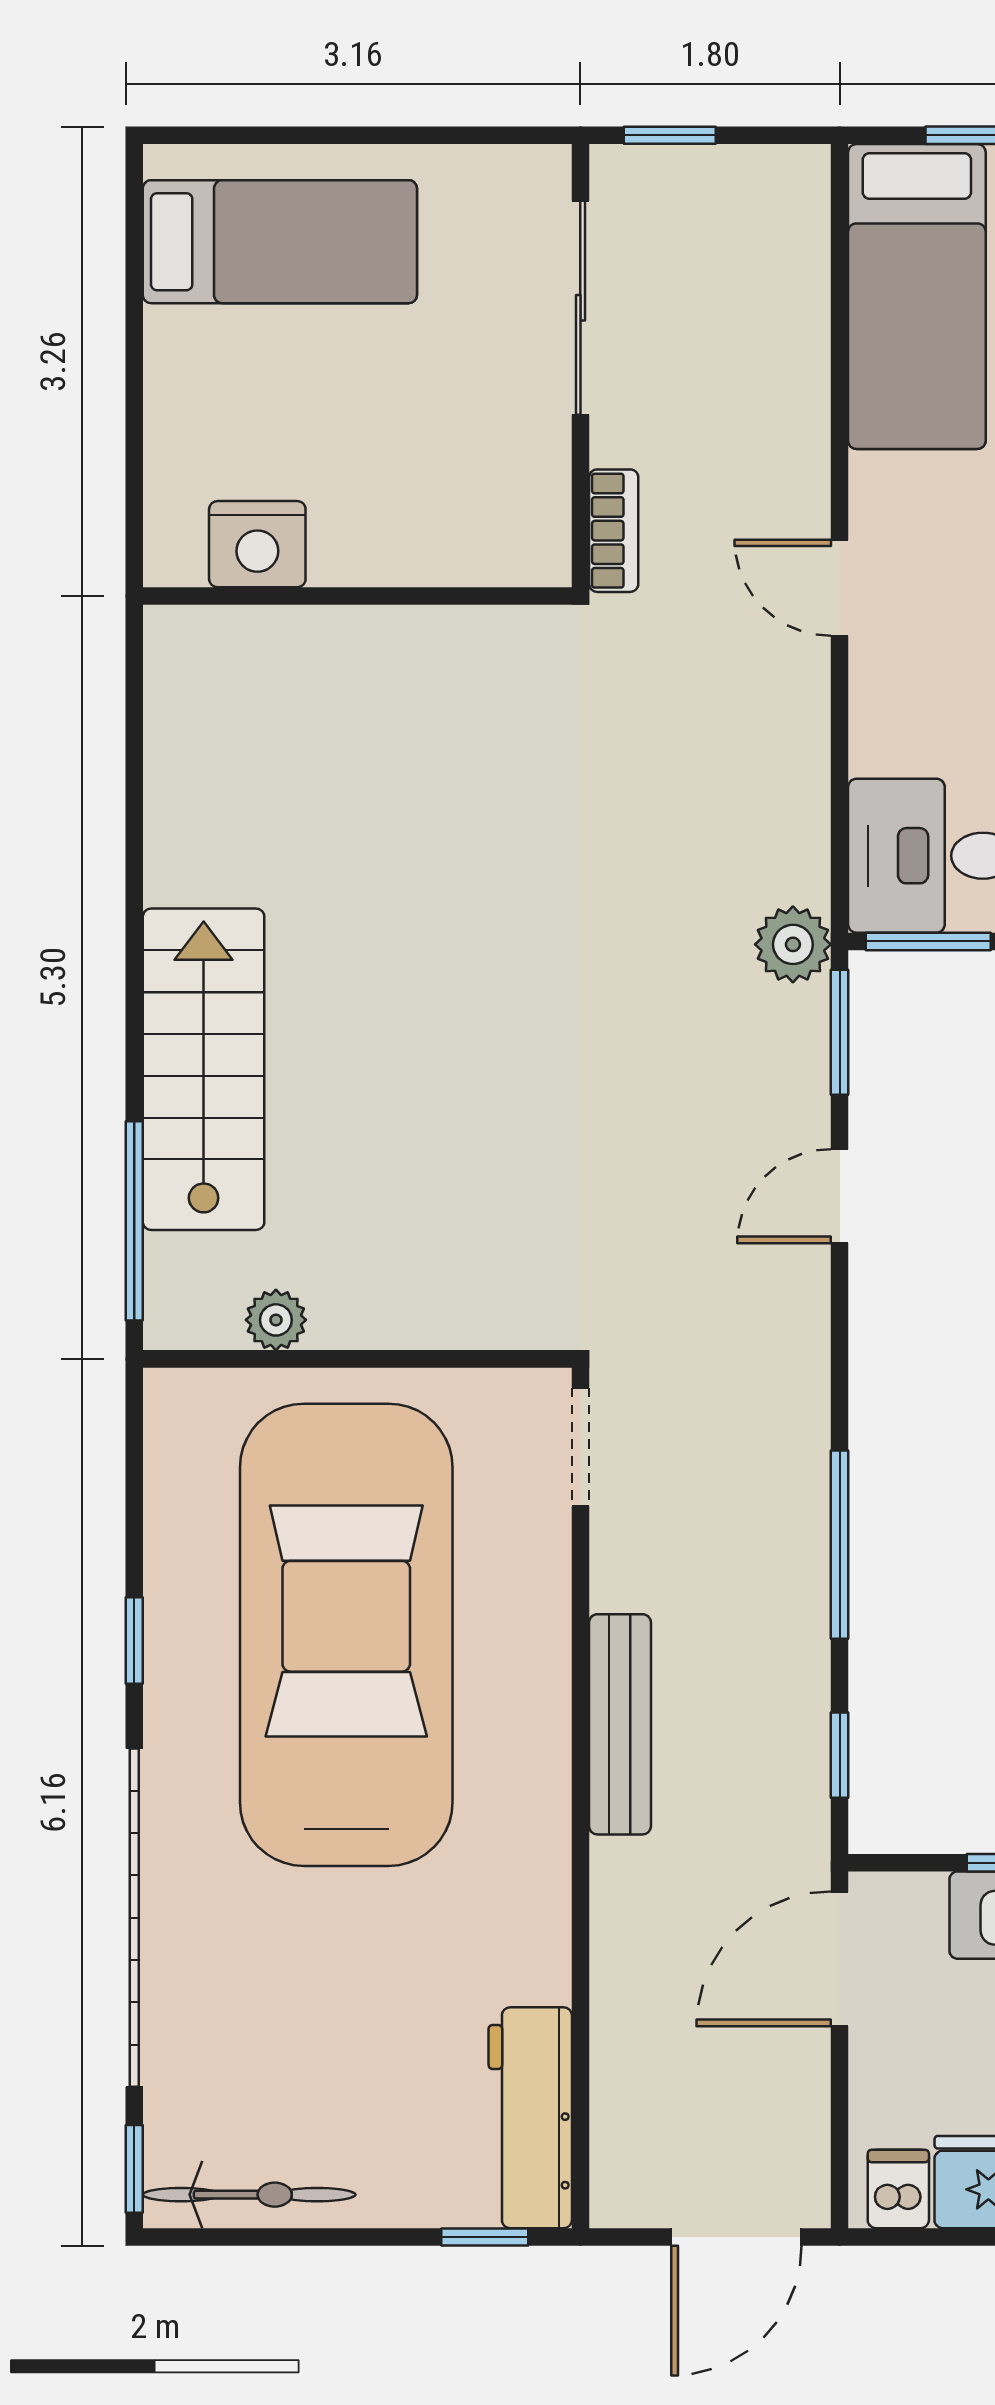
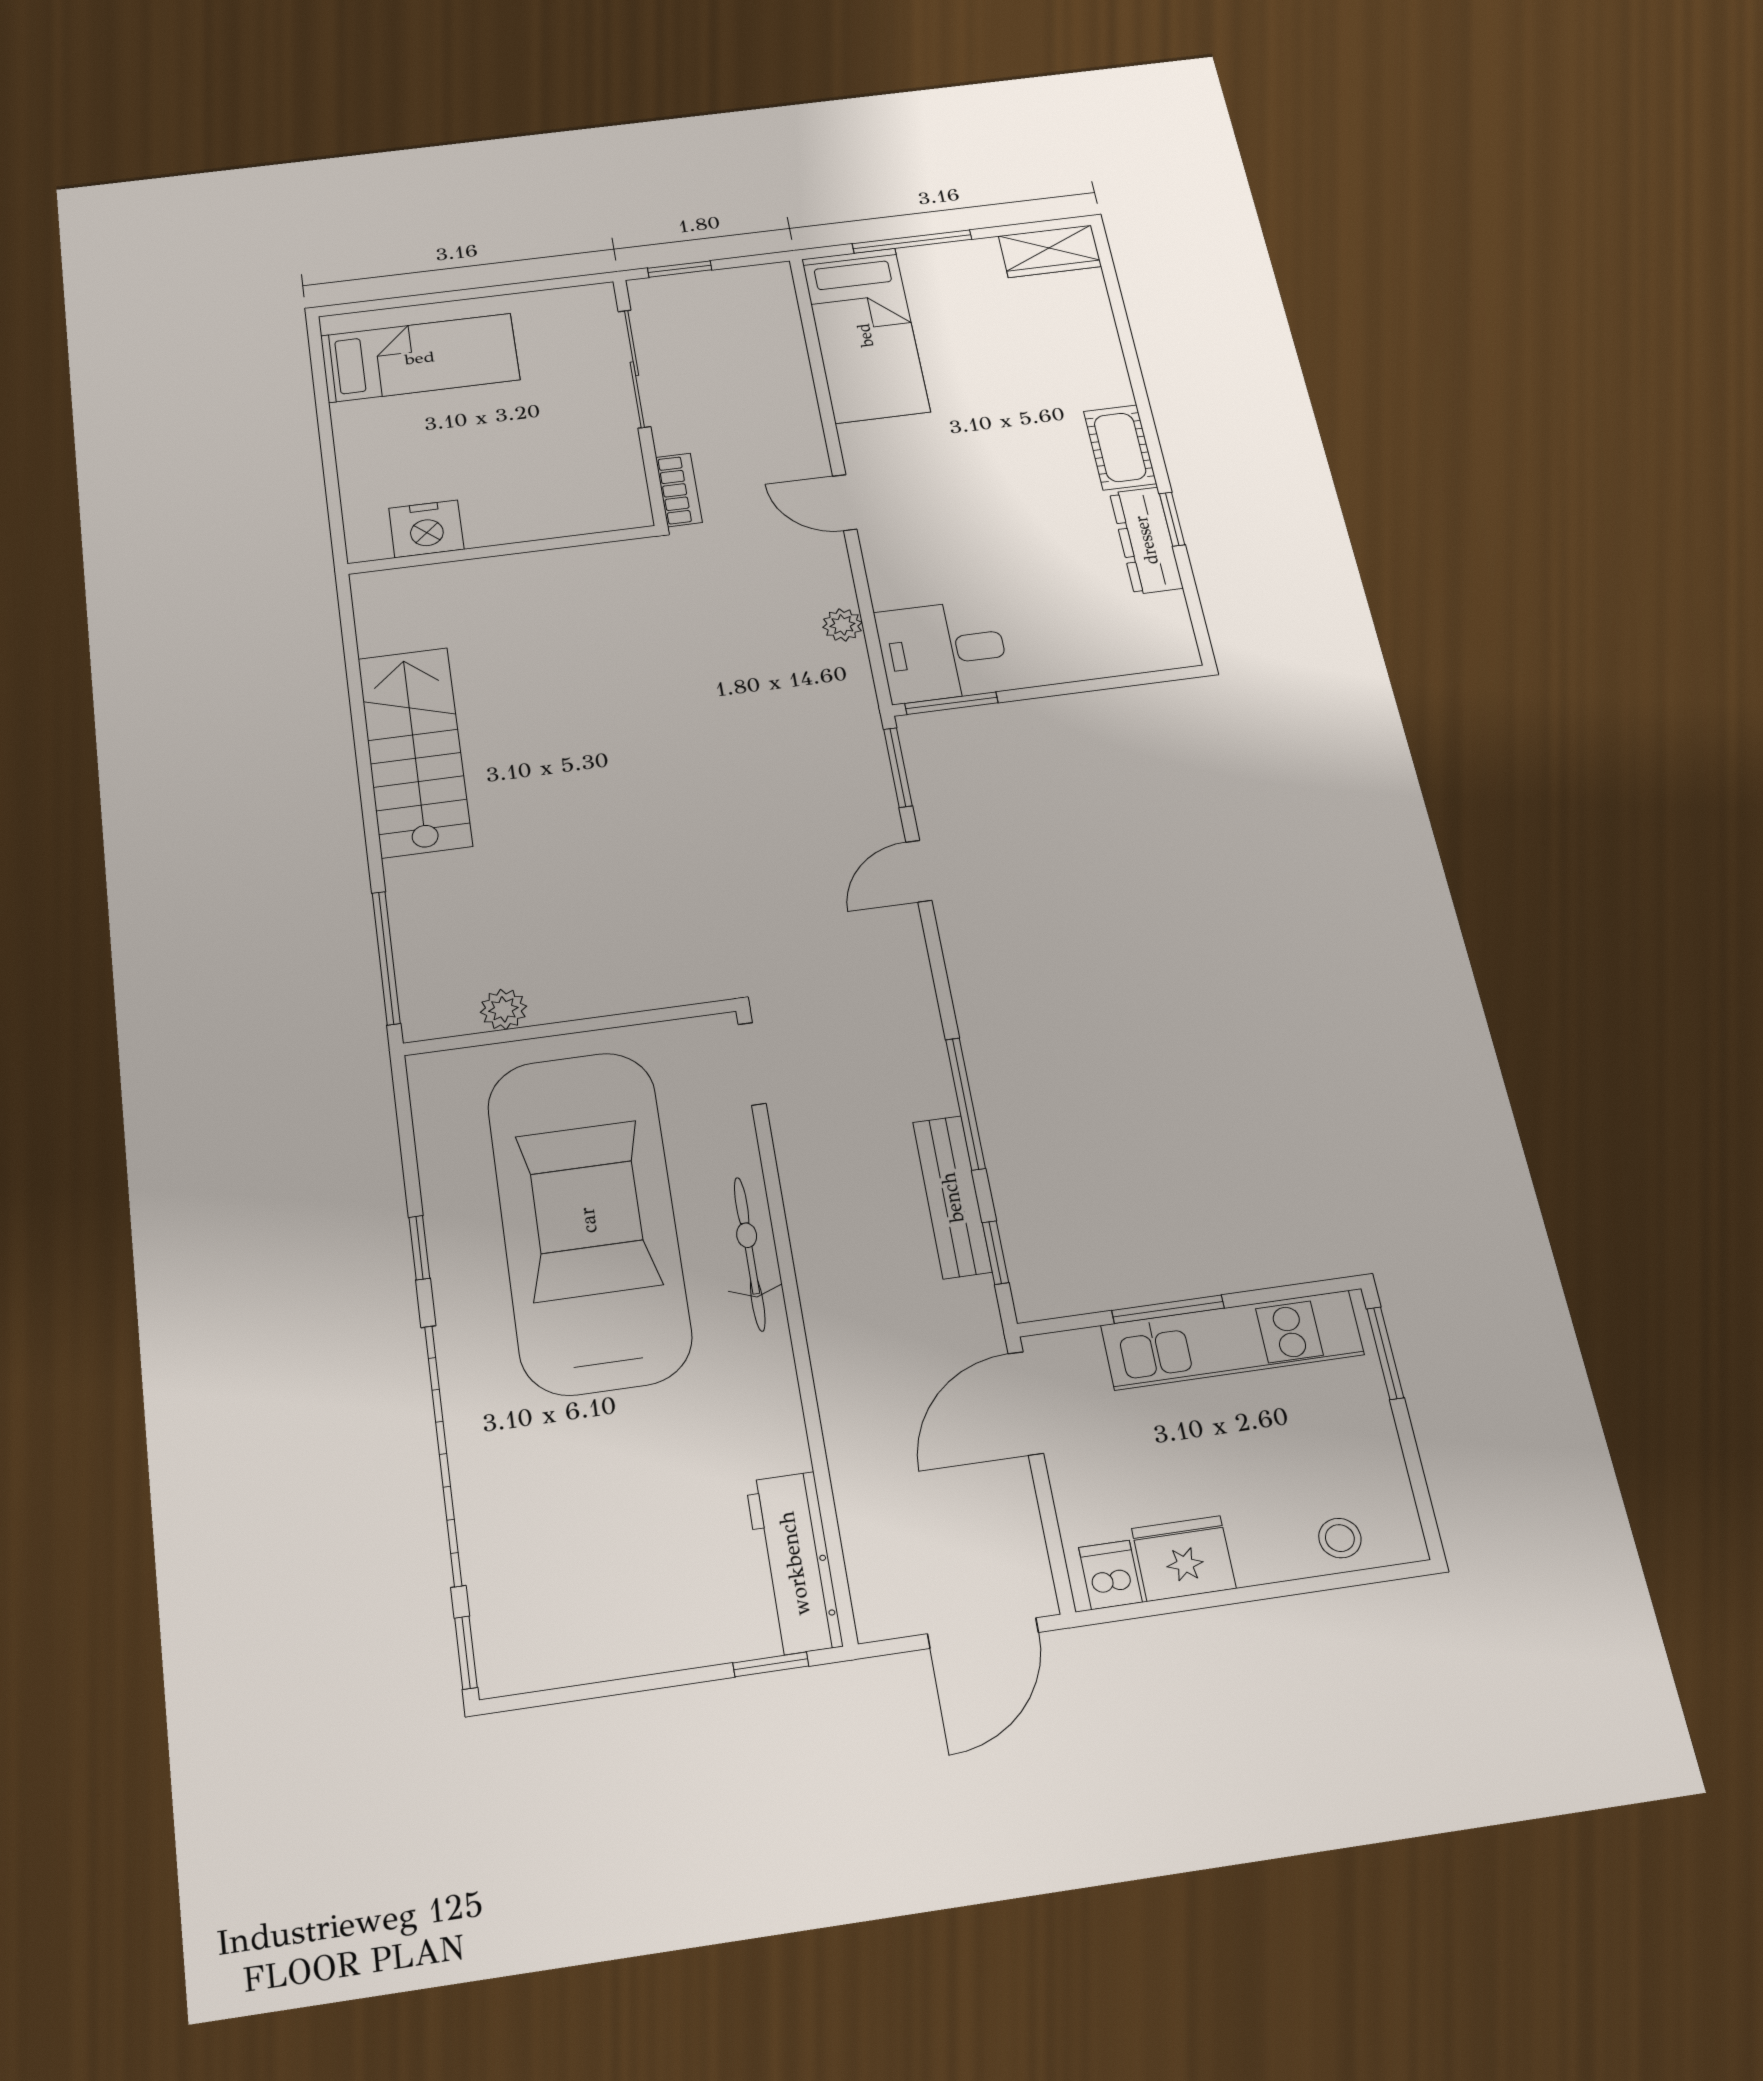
plant: (793, 944) -> (842, 625), moved, width x0.73, depth x0.73
stairs: (204, 1069) -> (415, 751), moved
bench: (620, 1724) -> (952, 1197), moved
bicycle: (249, 2195) -> (750, 1254), moved, turned -90

